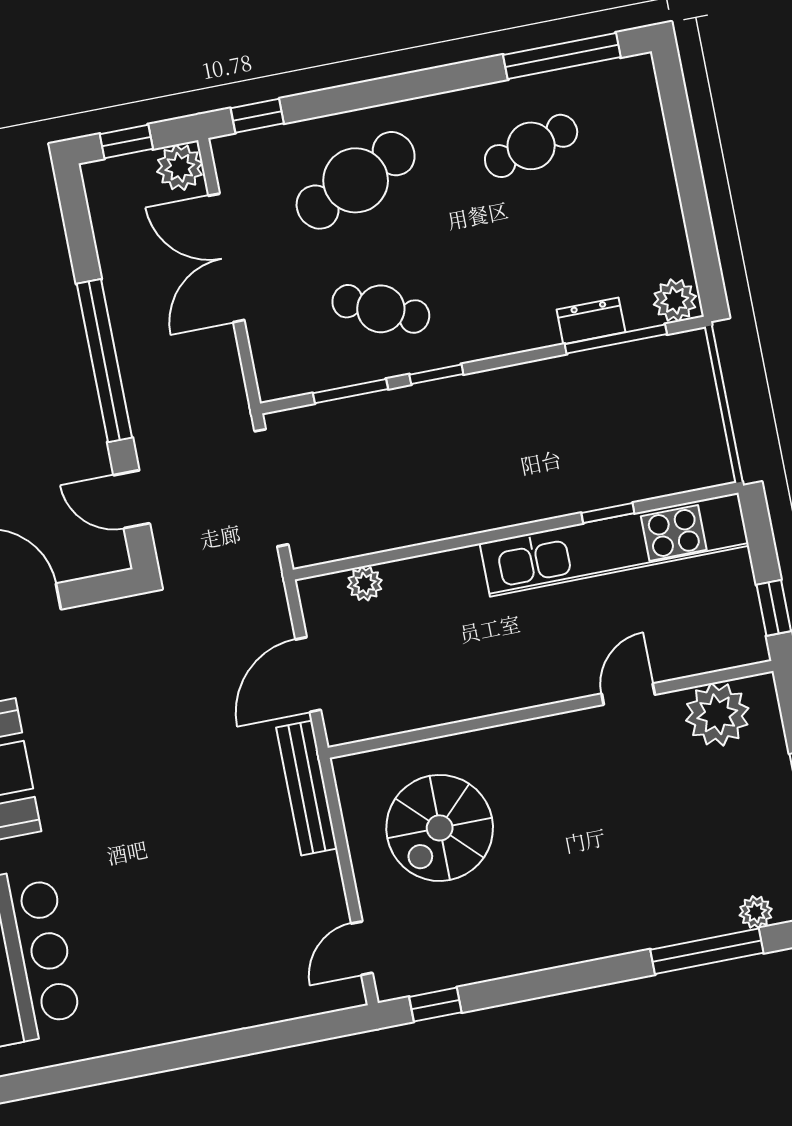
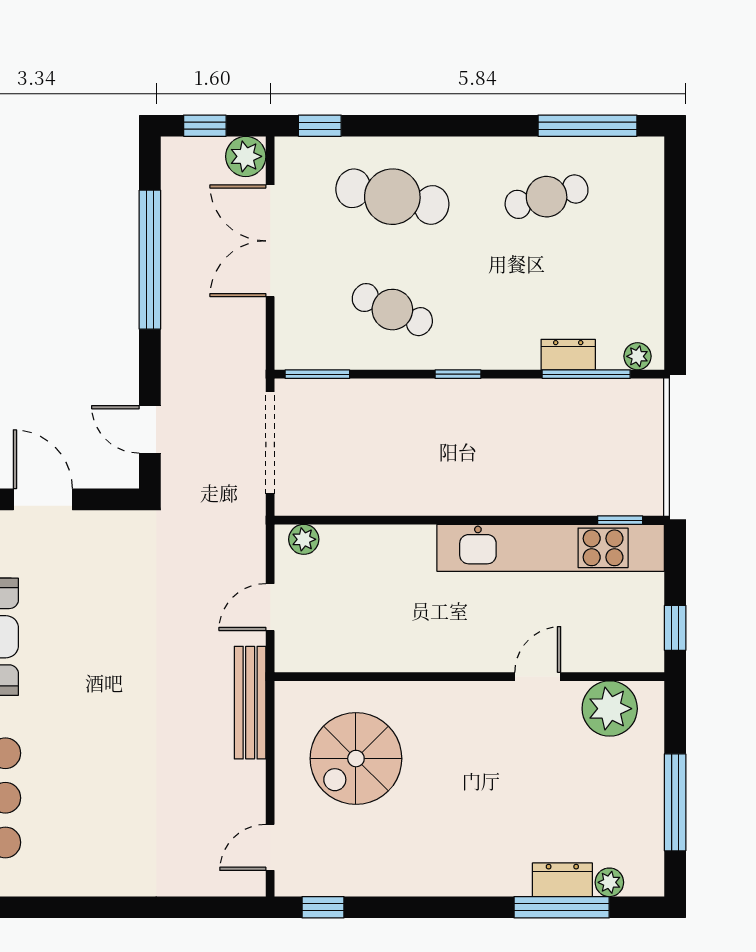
cafe table: (356, 180) -> (392, 197), turned 36
plant: (675, 300) -> (637, 356), width x0.73, depth x0.73
window: (104, 361) -> (150, 260), moved
window: (436, 374) -> (458, 374), moved
window: (350, 391) -> (317, 374), moved
window: (608, 513) -> (620, 520), moved
plant: (365, 584) -> (304, 539), moved
door: (308, 675) -> (270, 607), width x0.73
dresser: (702, 920) -> (562, 880), added

